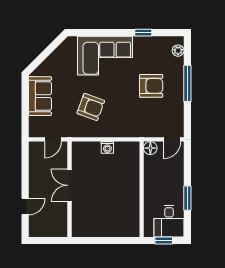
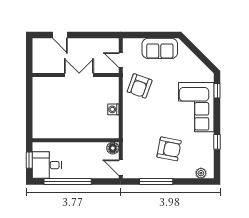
window: (87, 33) -> (217, 91), added
window: (187, 83) -> (156, 182), moved
armchair: (151, 86) -> (169, 149), turned -79
armchair: (91, 107) -> (140, 86), moved
window: (187, 198) -> (68, 182), width x2.11

